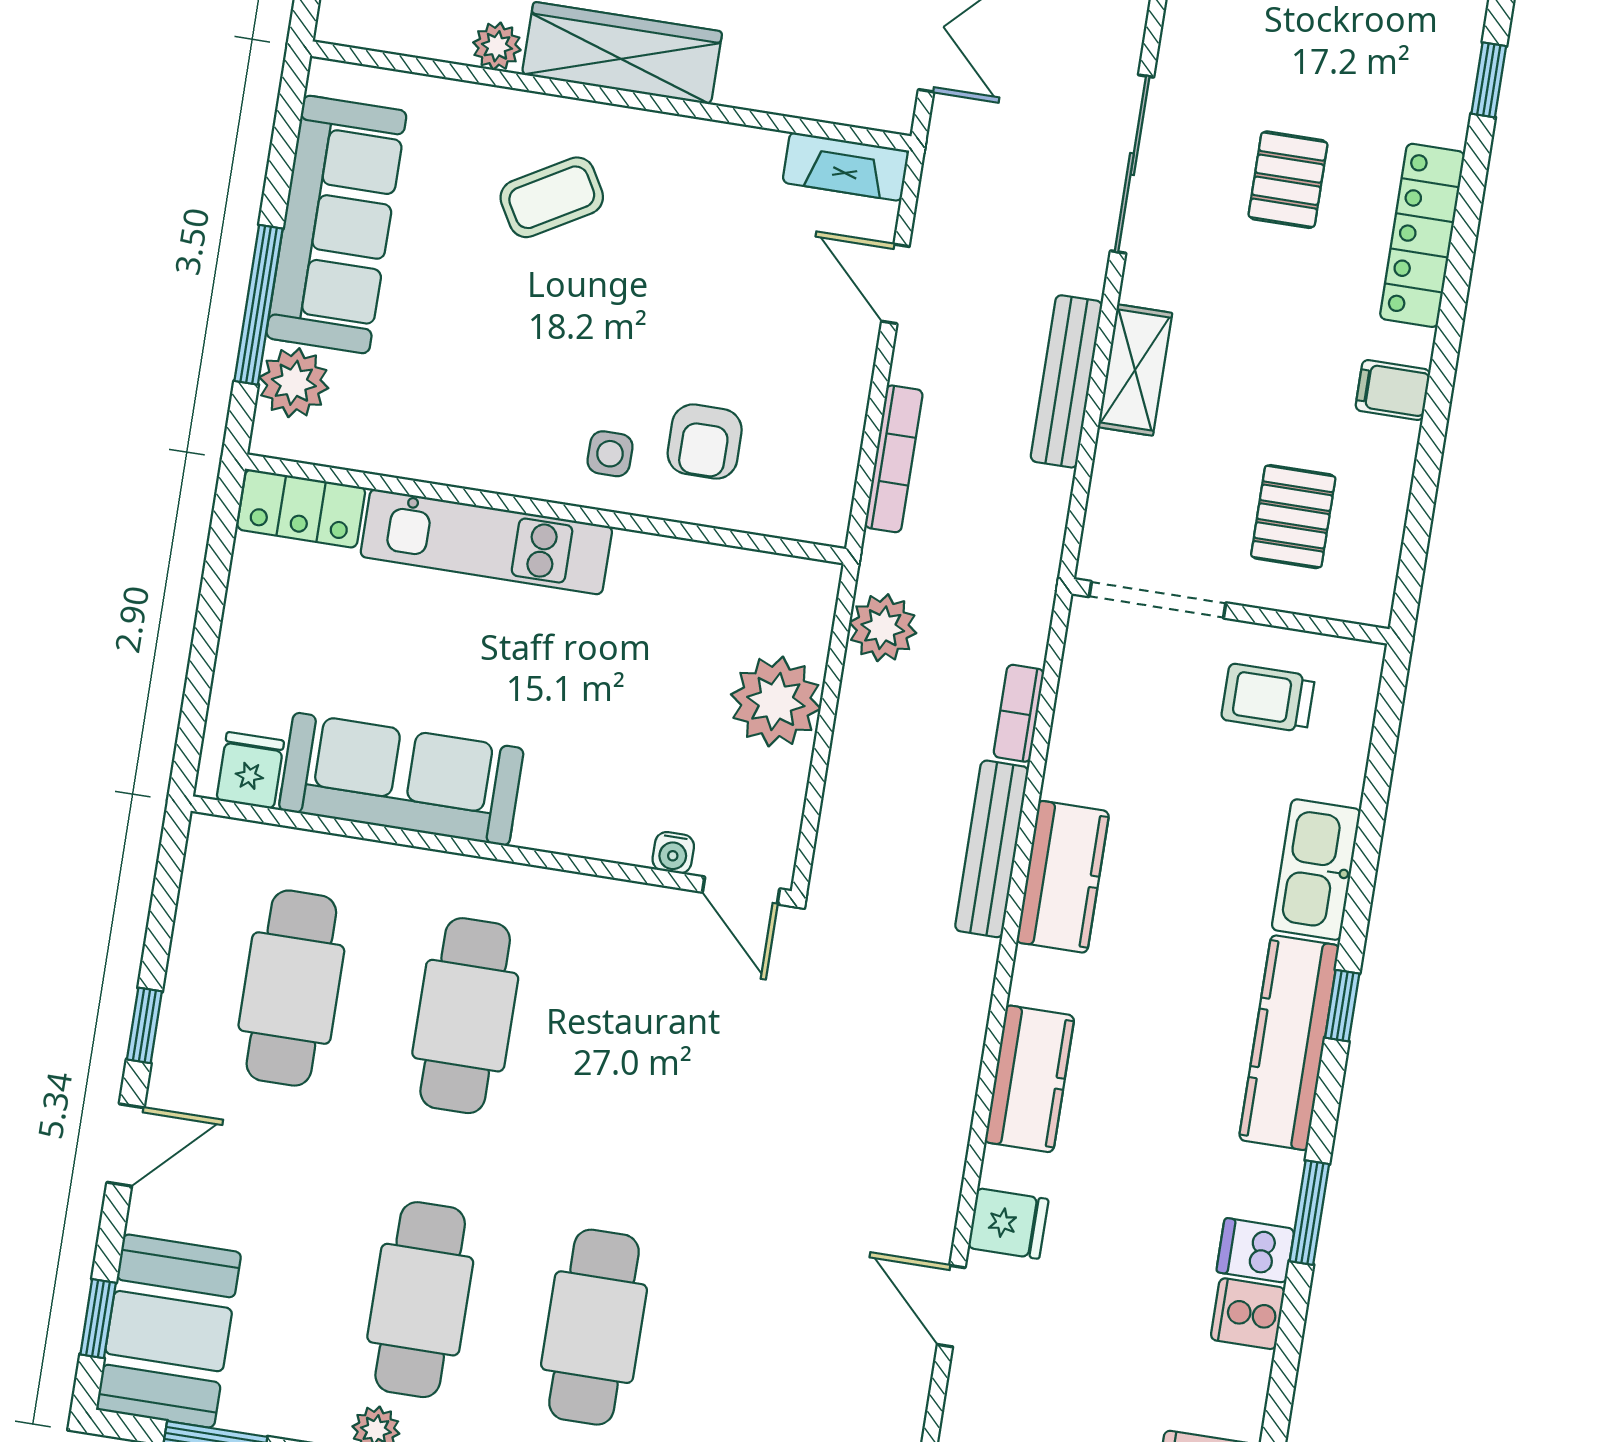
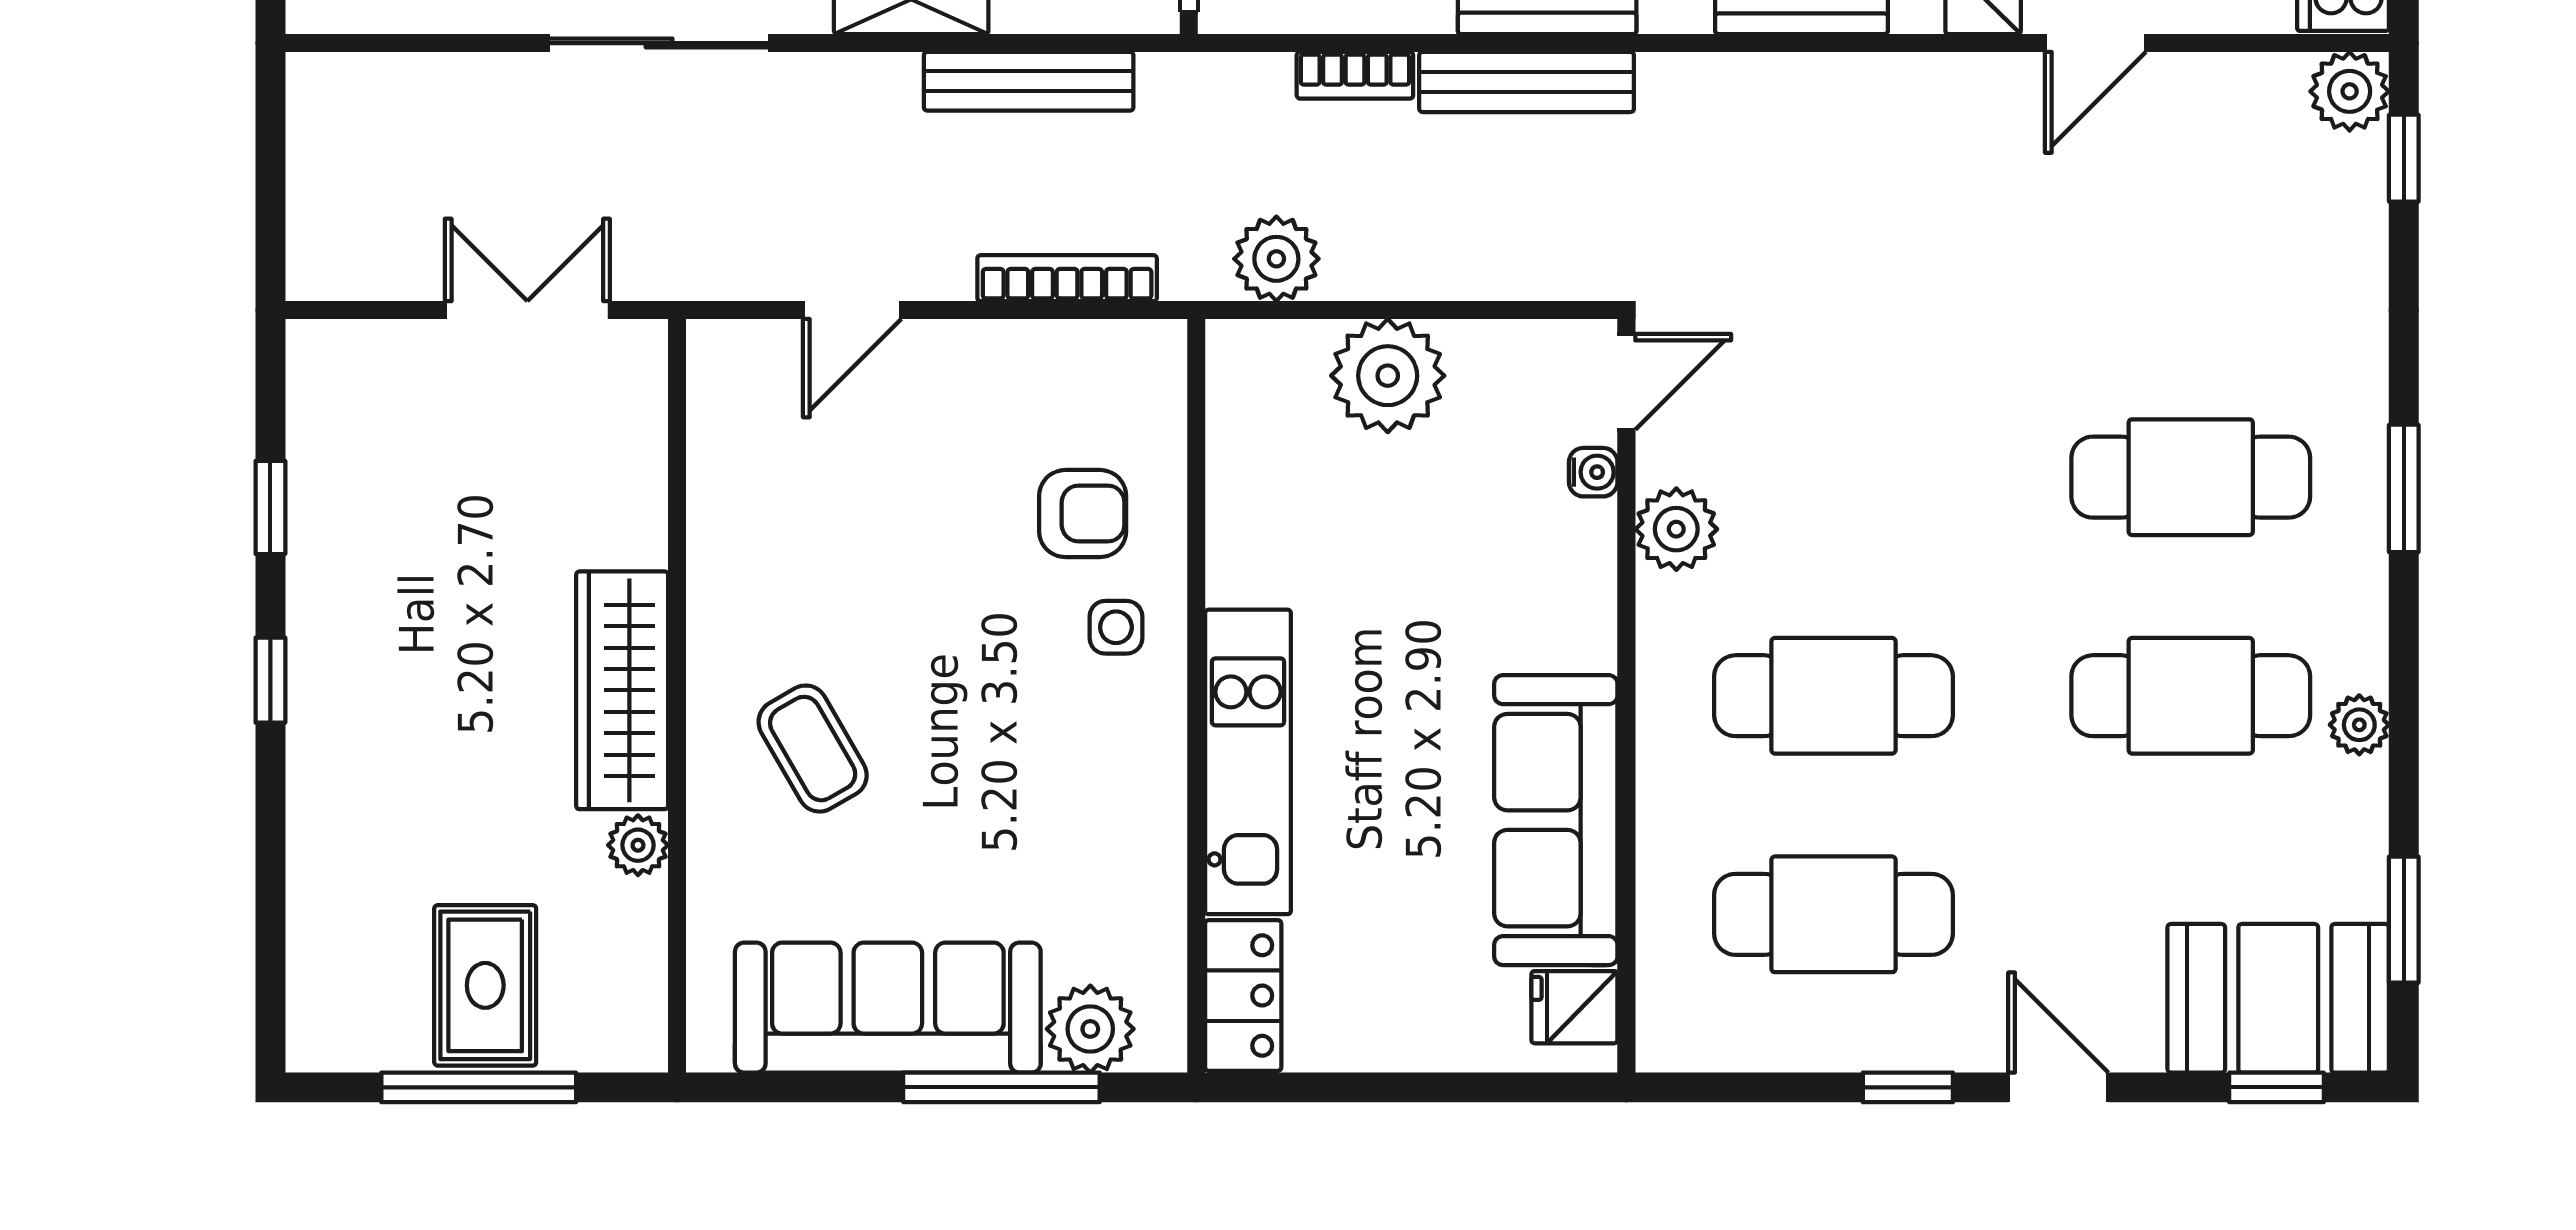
fireplace: (846, 167) -> (718, 394), removed
bench: (1066, 381) -> (1029, 81), moved
plant: (617, 912) -> (1676, 529), added

